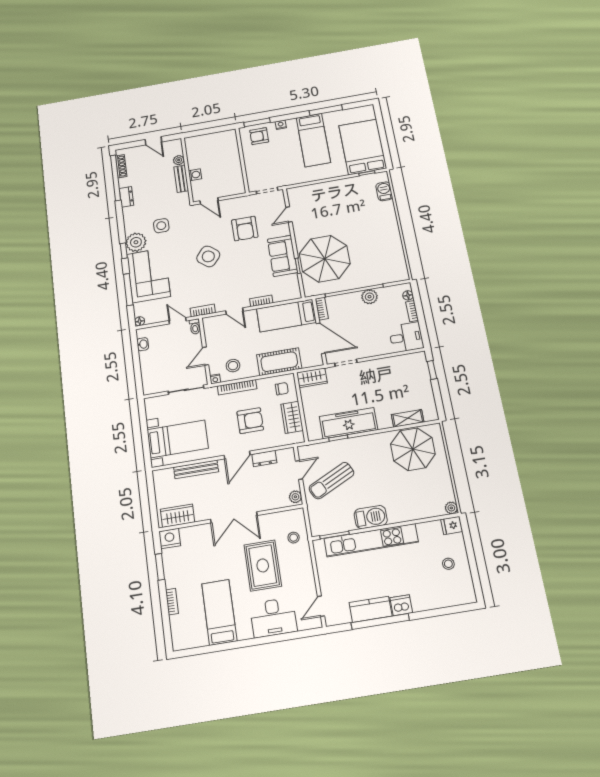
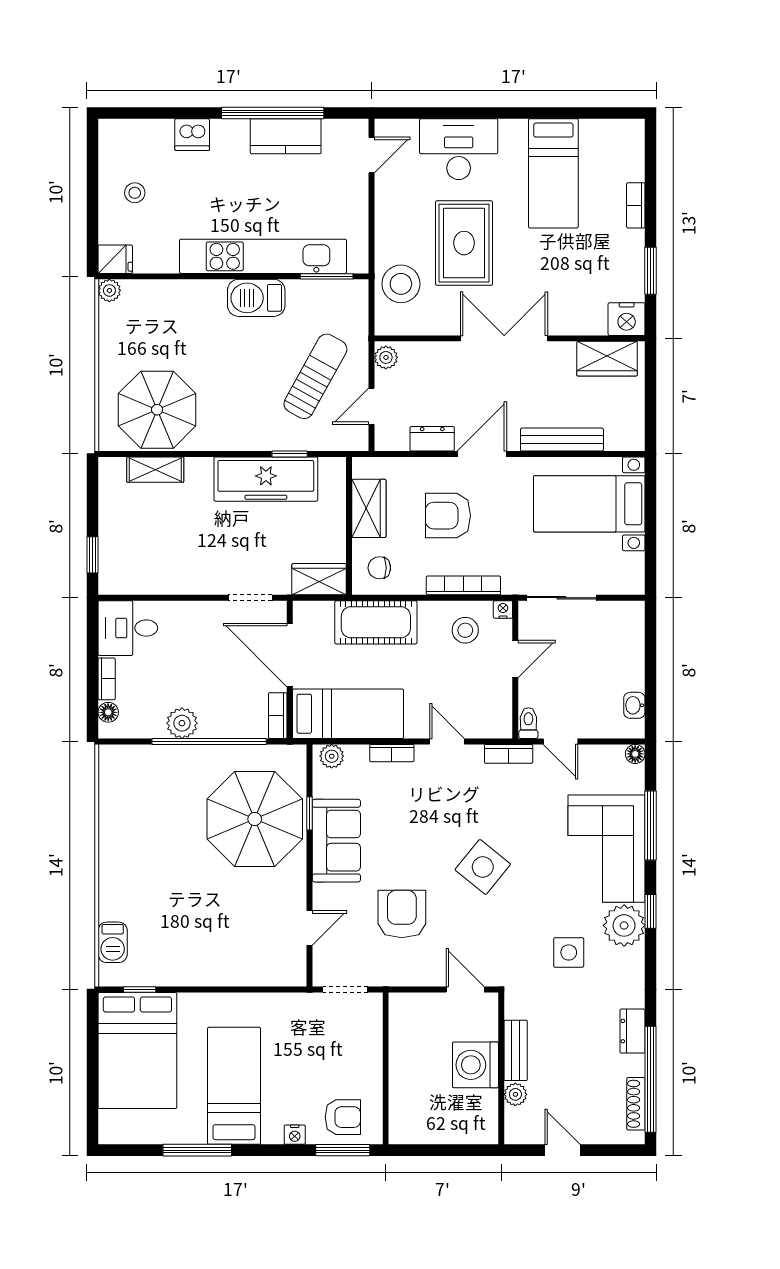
washing machine: (195, 175) -> (475, 1065), width x1.89, depth x1.89
plant: (291, 294) -> (332, 756), added
sun lounger: (331, 481) -> (315, 376), turned -35
stool: (294, 538) -> (401, 284), width x1.89, depth x1.89
dishwasher: (401, 605) -> (192, 135), moved

